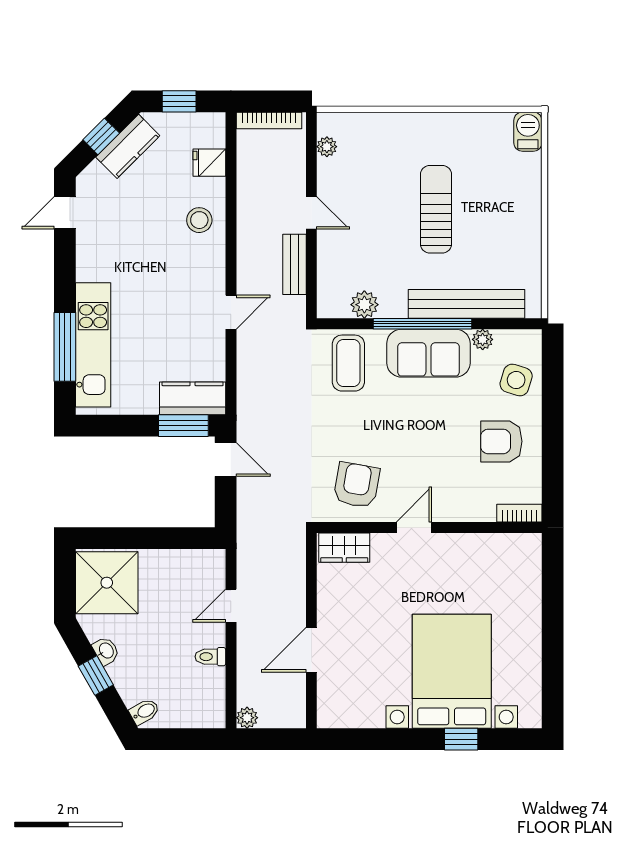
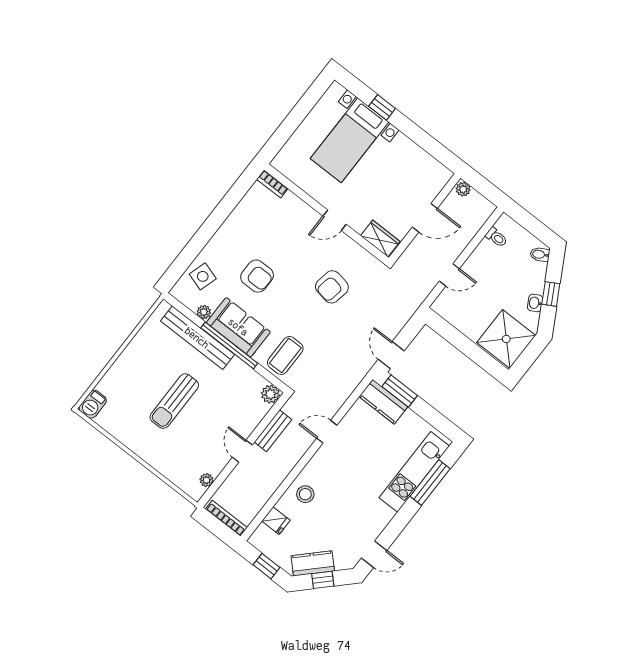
plant: (364, 305) -> (270, 394), moved
armchair: (501, 441) -> (257, 276), moved
bookcase: (519, 513) -> (272, 184), moved
door: (414, 527) -> (335, 220), moved
wall: (429, 527) -> (326, 214), moved
wardrobe: (344, 548) -> (380, 239), moved
toilet: (210, 657) -> (496, 237), moved
bed with nightstands: (452, 671) -> (350, 140), width x0.73
plant: (247, 718) -> (463, 189), moved

